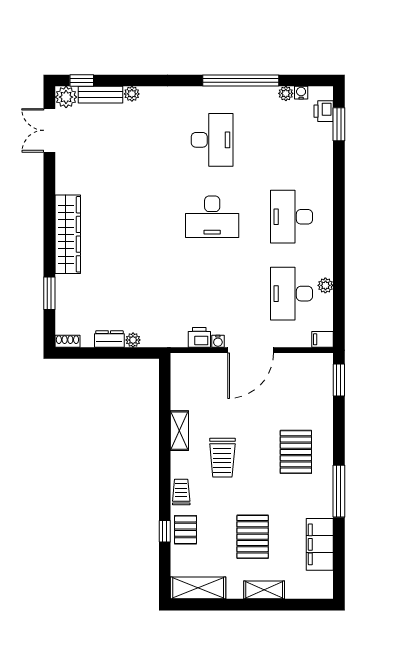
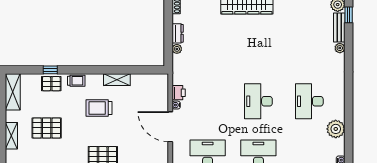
window: (241, 80) -> (349, 120), removed
plant: (286, 93) -> (336, 129), moved, width x1.87, depth x1.87
desk: (212, 140) -> (309, 101), turned 90

